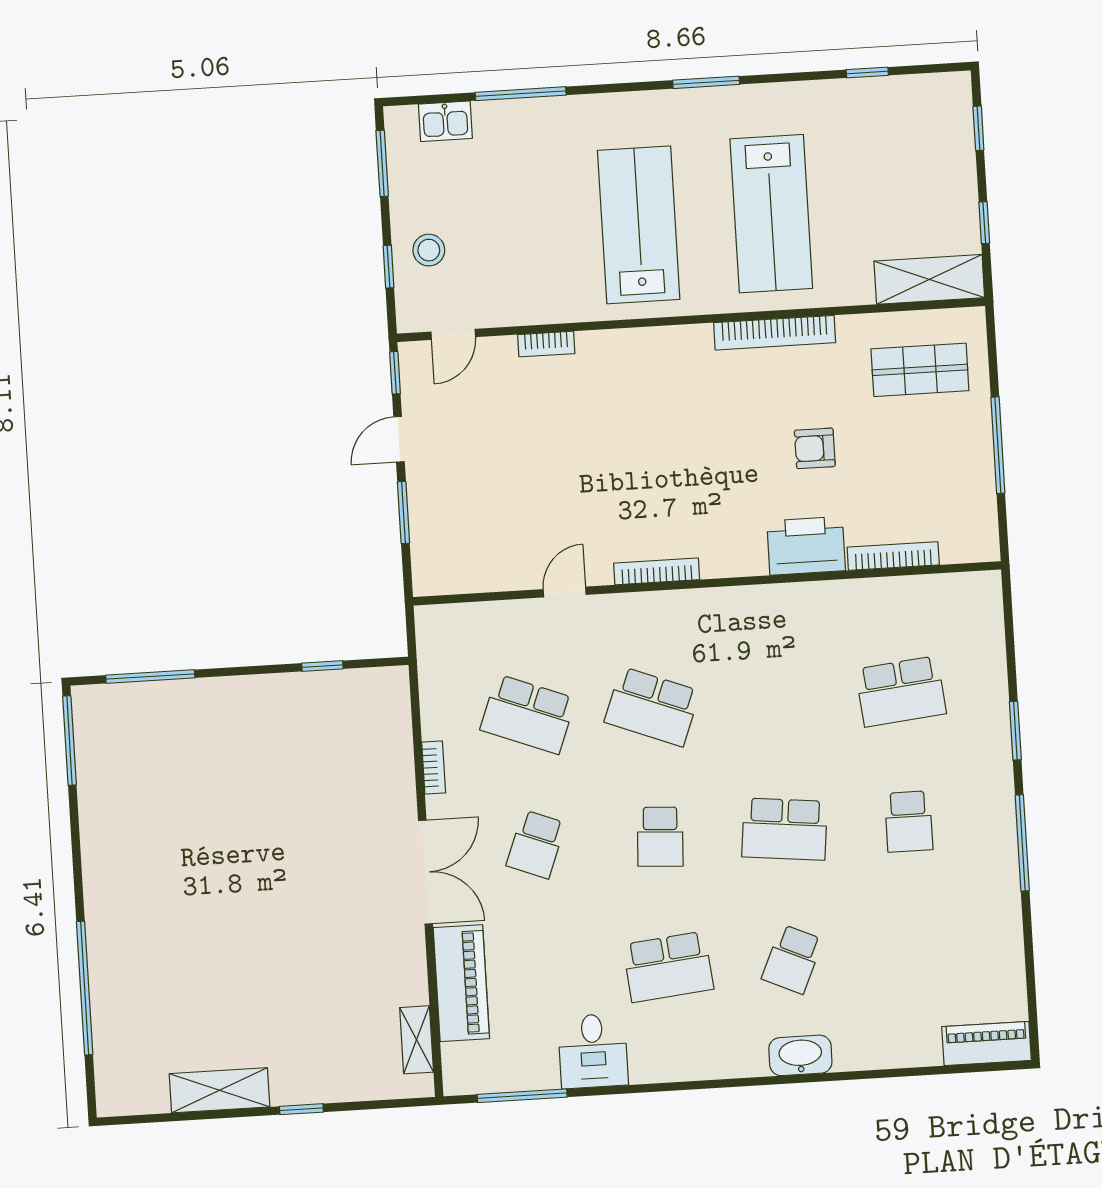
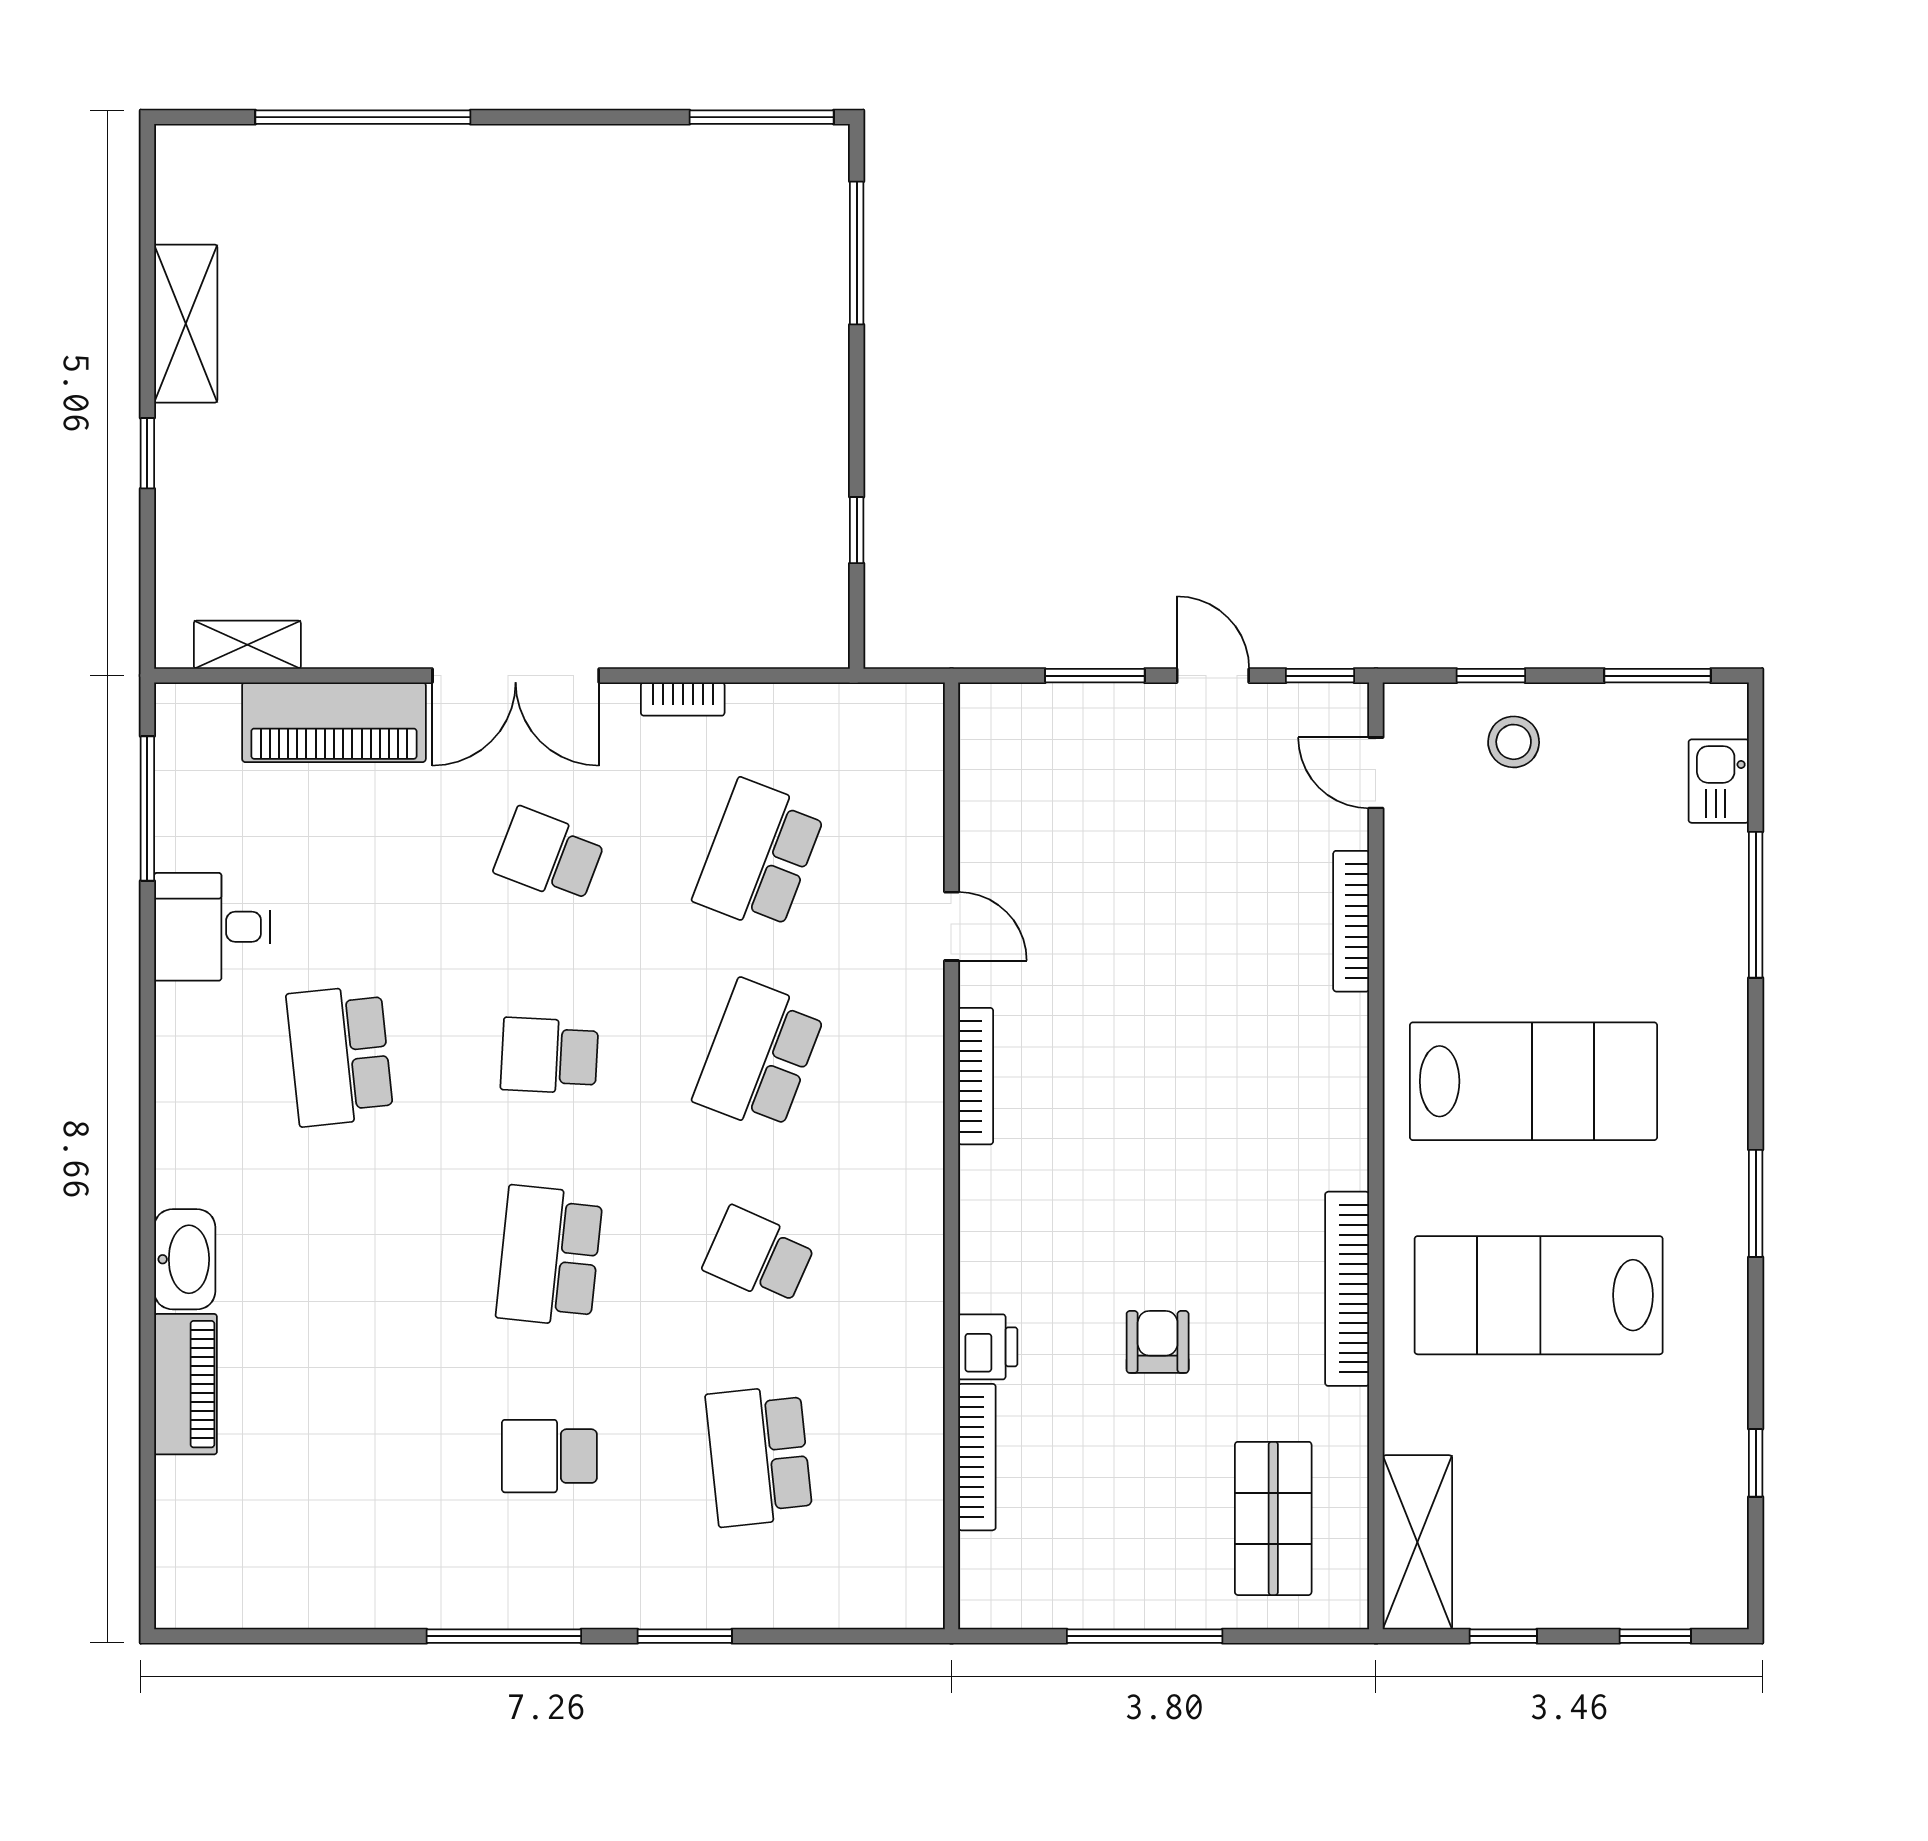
bookcase: (546, 344) -> (1351, 921), width x1.56
printer: (806, 546) -> (988, 1347), width x0.53, depth x0.68
school desk: (792, 959) -> (759, 1256), moved
piano: (986, 1044) -> (185, 1384), moved

